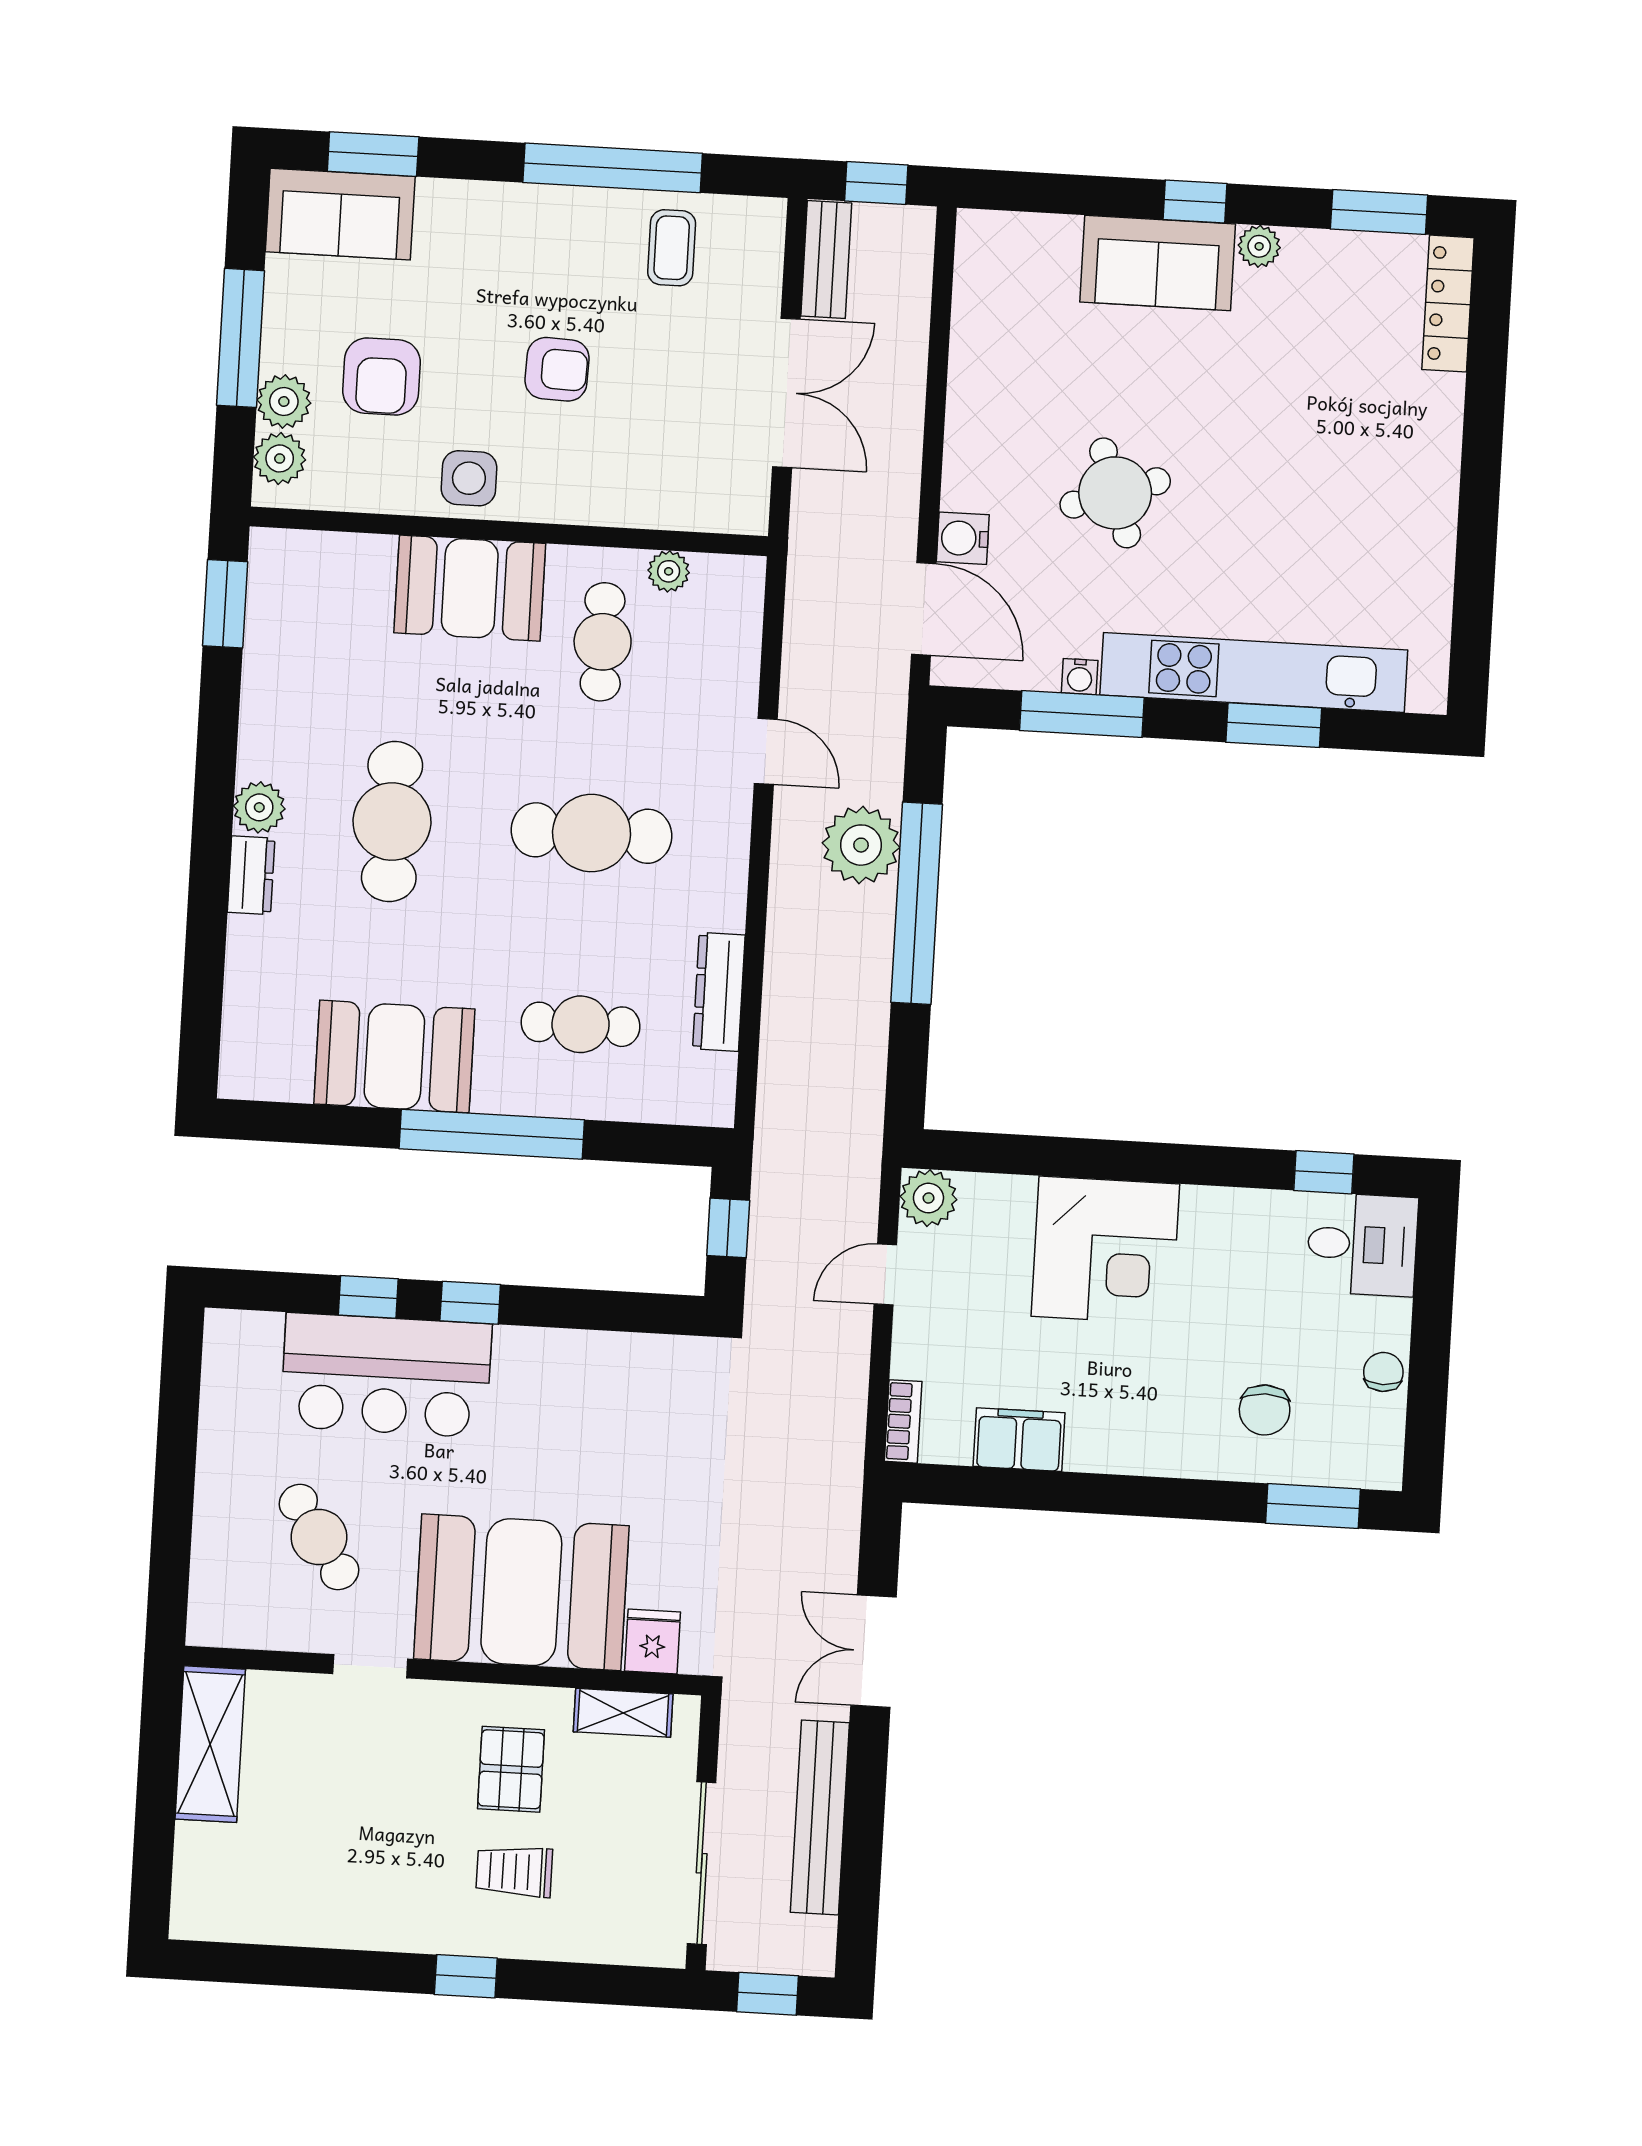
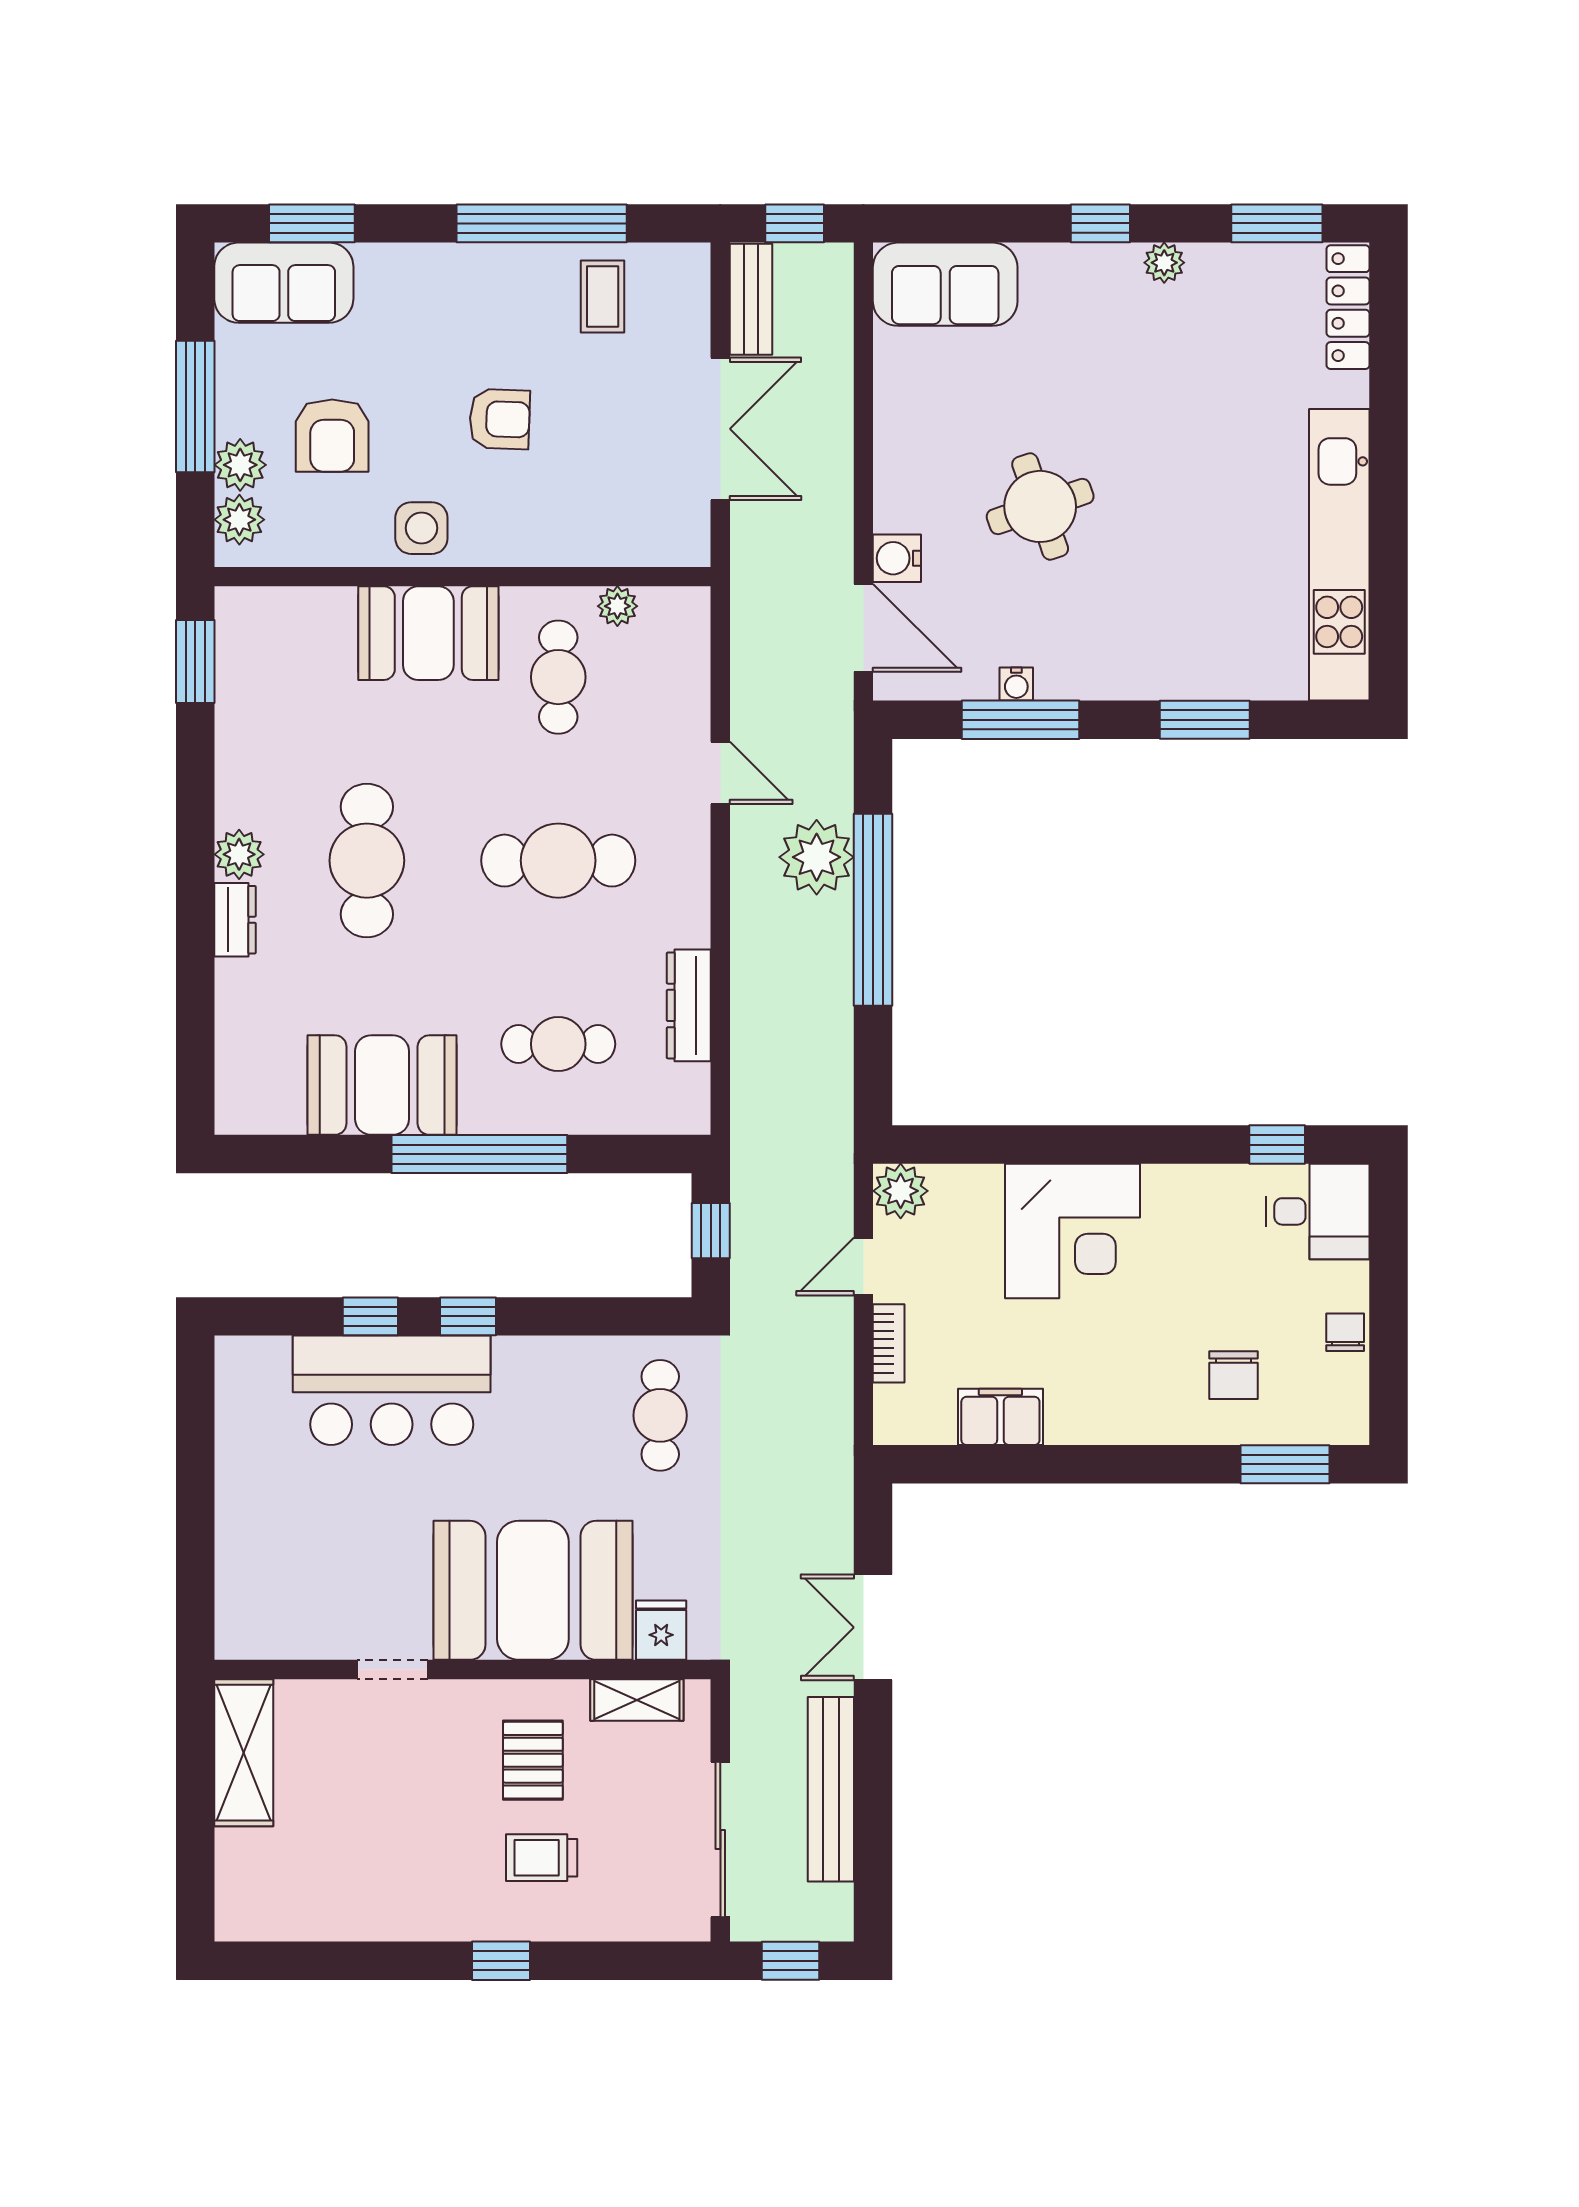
sofa: (1158, 263) -> (945, 284), moved
kitchen unit: (1254, 672) -> (1339, 555), moved, turned -90
bookcase: (903, 1421) -> (889, 1343), moved
cafe table: (319, 1537) -> (660, 1415), moved, turned 34

